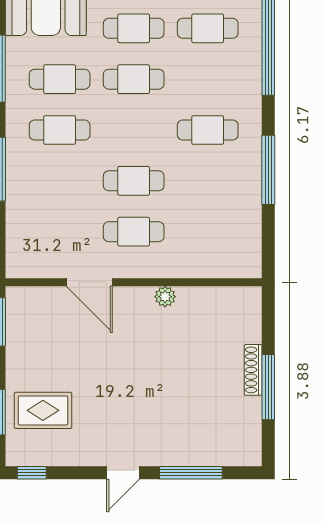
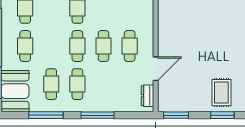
cafe table: (134, 79) -> (77, 46), moved
dresser: (37, 267) -> (148, 96), added
plant: (165, 297) -> (163, 30), removed

